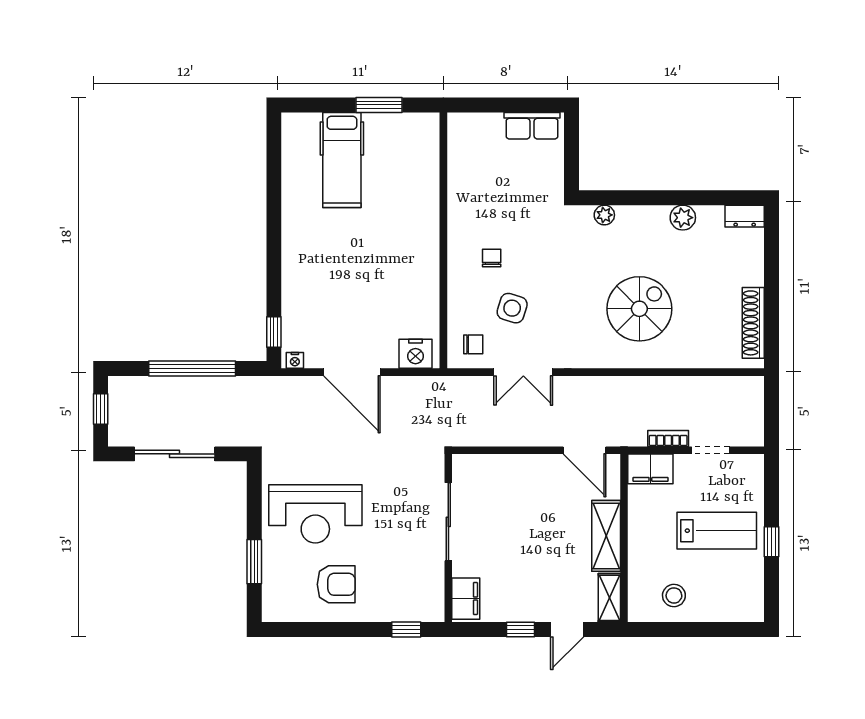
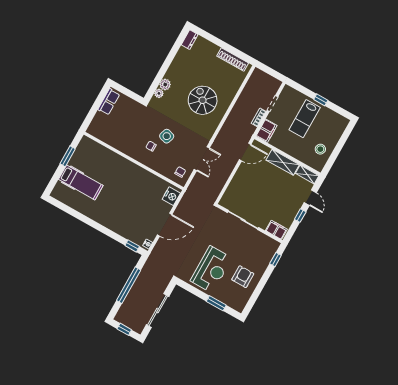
plant: (683, 218) -> (165, 85), moved
side table: (512, 308) -> (167, 136), moved
lab bench: (717, 531) -> (305, 119), turned 180

